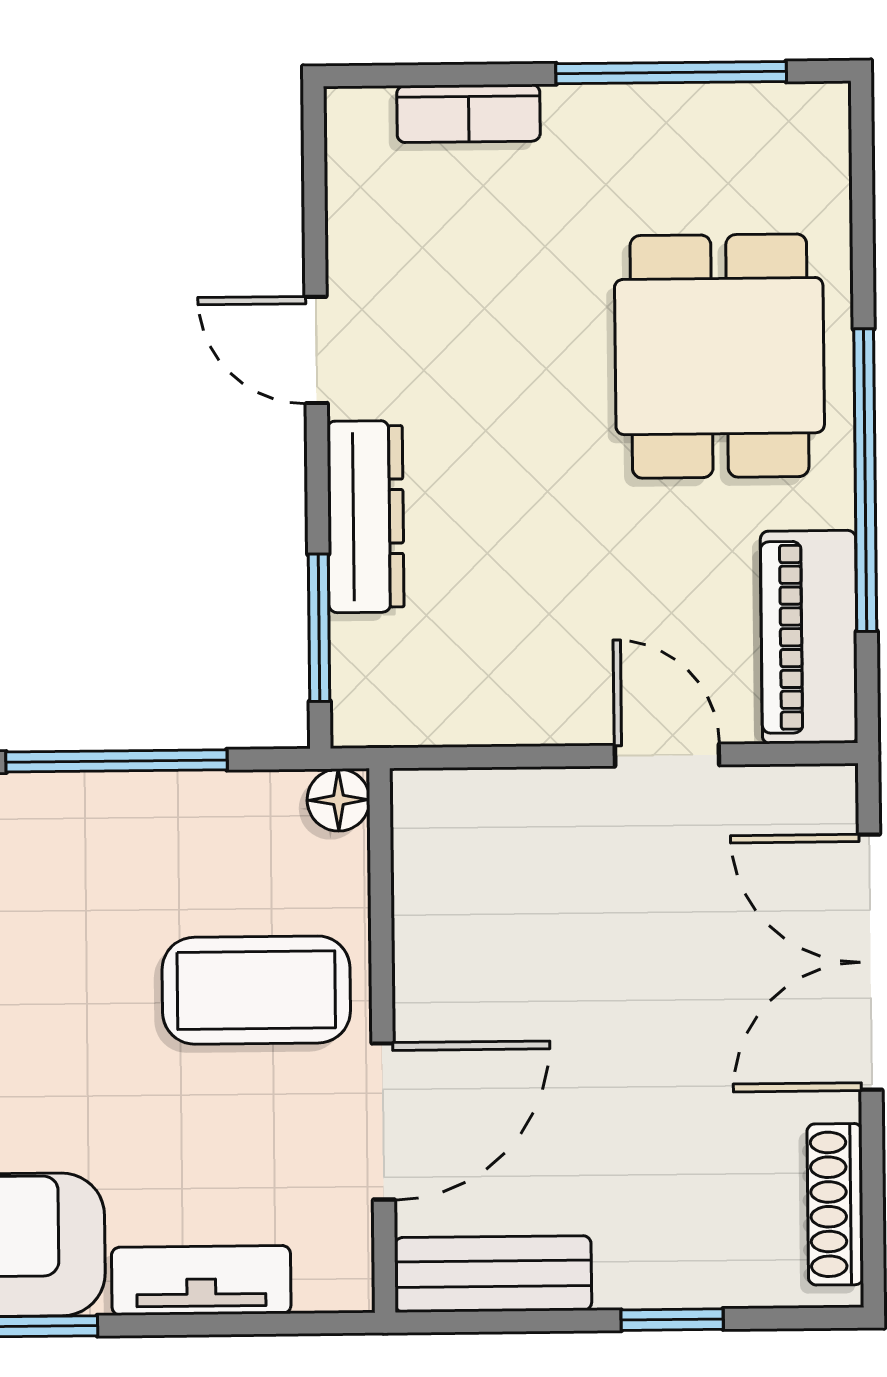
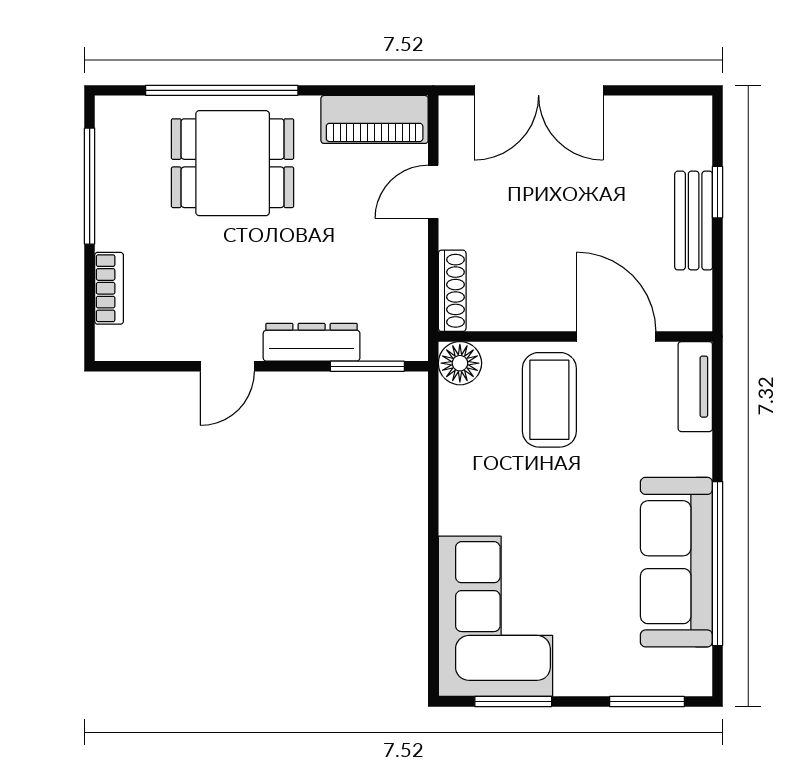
window: (865, 480) -> (222, 90), moved
window: (116, 761) -> (433, 469), removed
floor lamp: (338, 800) -> (460, 363), width x1.37, depth x1.37
shoe rack: (835, 1204) -> (452, 291), moved, turned -90
bench: (493, 1274) -> (694, 221), moved
tv unit: (201, 1280) -> (695, 387), moved

